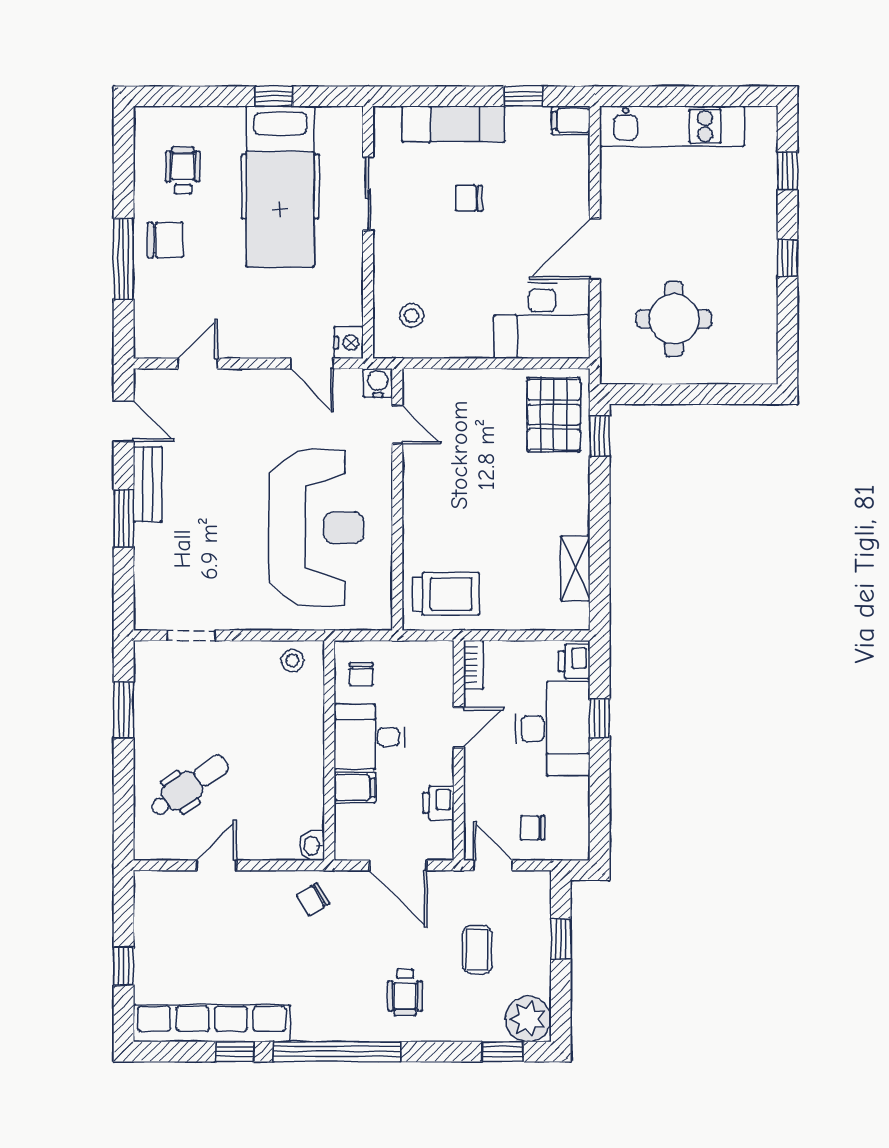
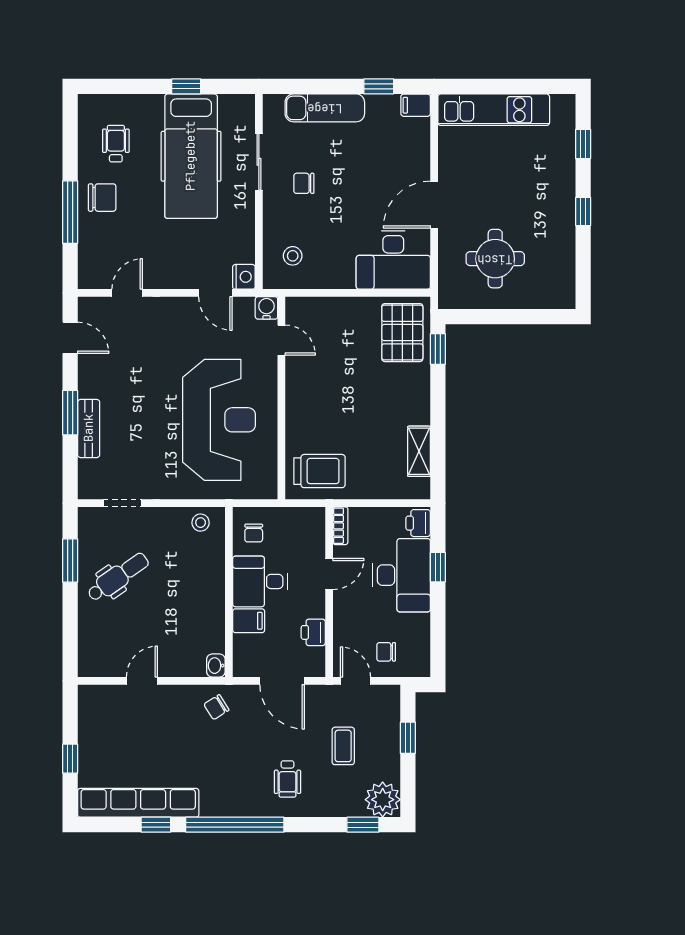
chair: (469, 198) -> (304, 183), moved
bench: (148, 484) -> (89, 428), moved
dental chair: (189, 786) -> (118, 577), moved

